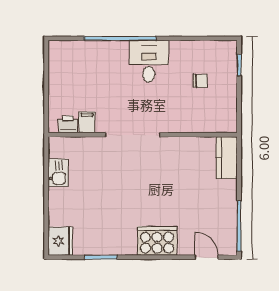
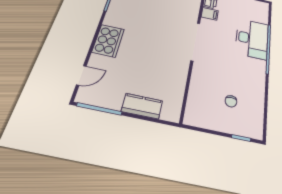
desk: (149, 61) -> (252, 39), moved, width x1.37
kitchen counter: (227, 158) -> (142, 106), moved

